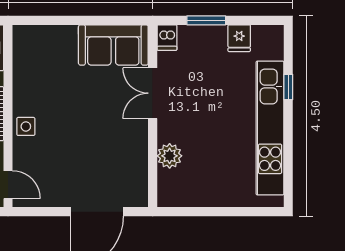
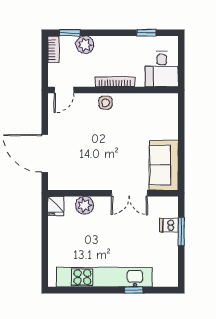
dishwasher: (167, 38) -> (169, 225), moved
fridge: (239, 38) -> (56, 206), moved, turned -90
double door: (153, 93) -> (129, 193), swing flipped

